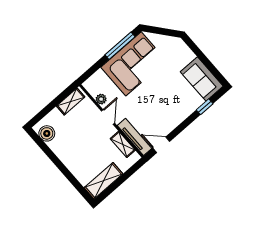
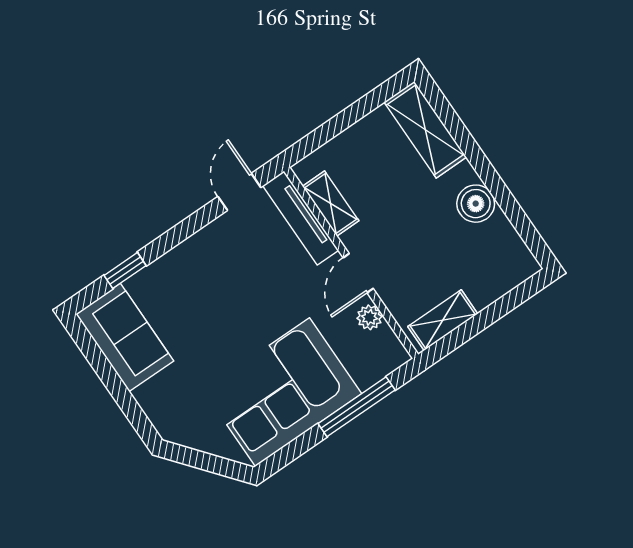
window: (120, 46) -> (357, 407), moved
boiler: (47, 133) -> (476, 204), moved
door: (161, 145) -> (239, 192), swing flipped
shelving: (103, 181) -> (425, 130), moved, turned 90

